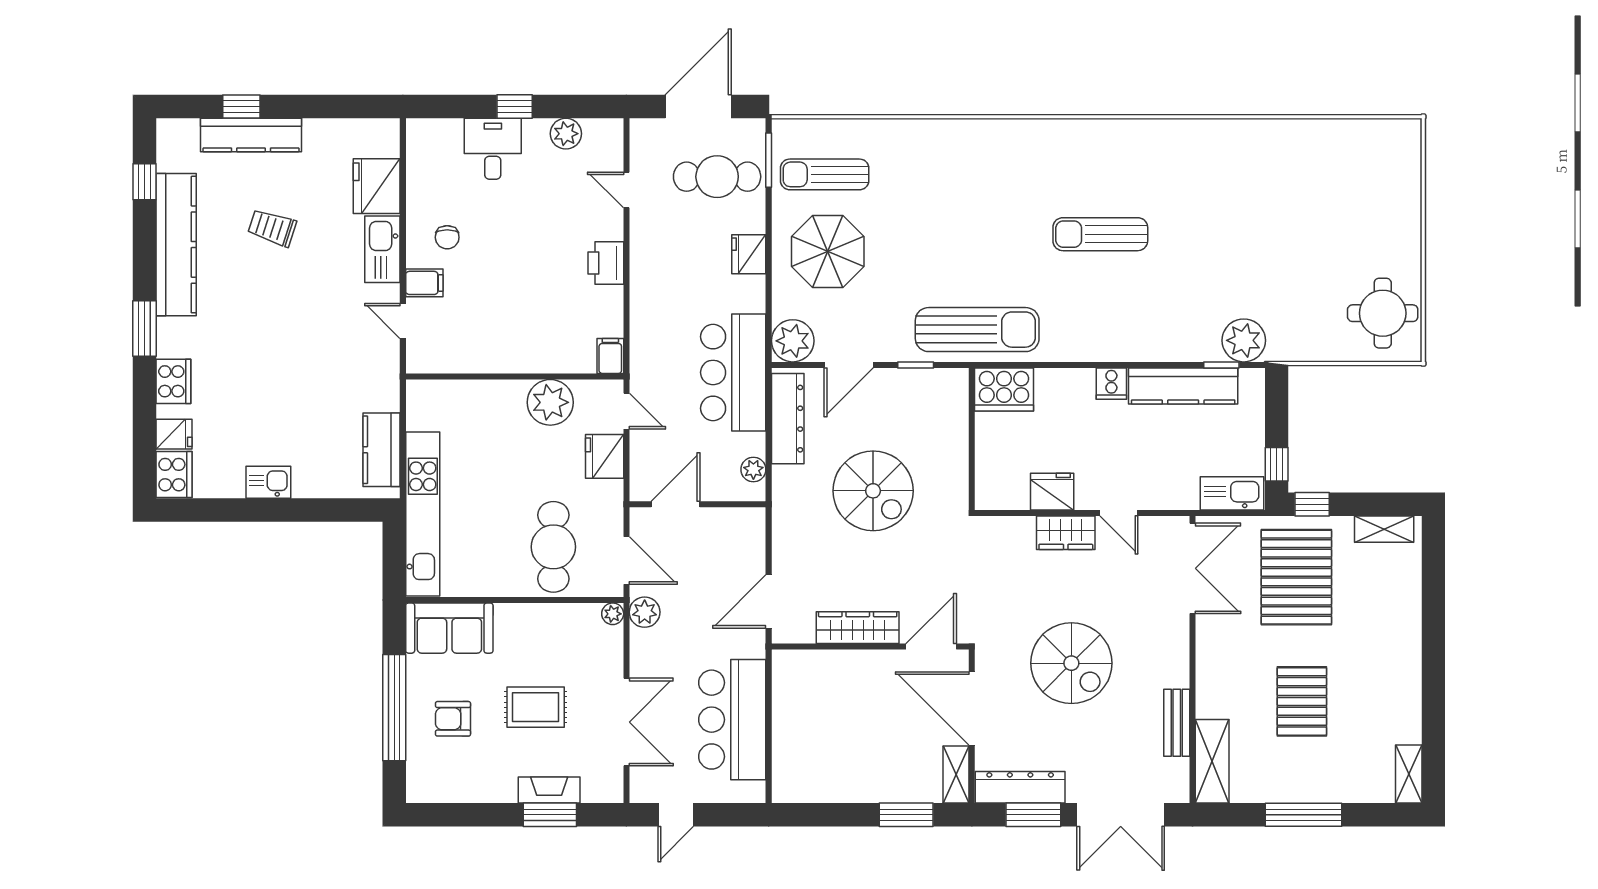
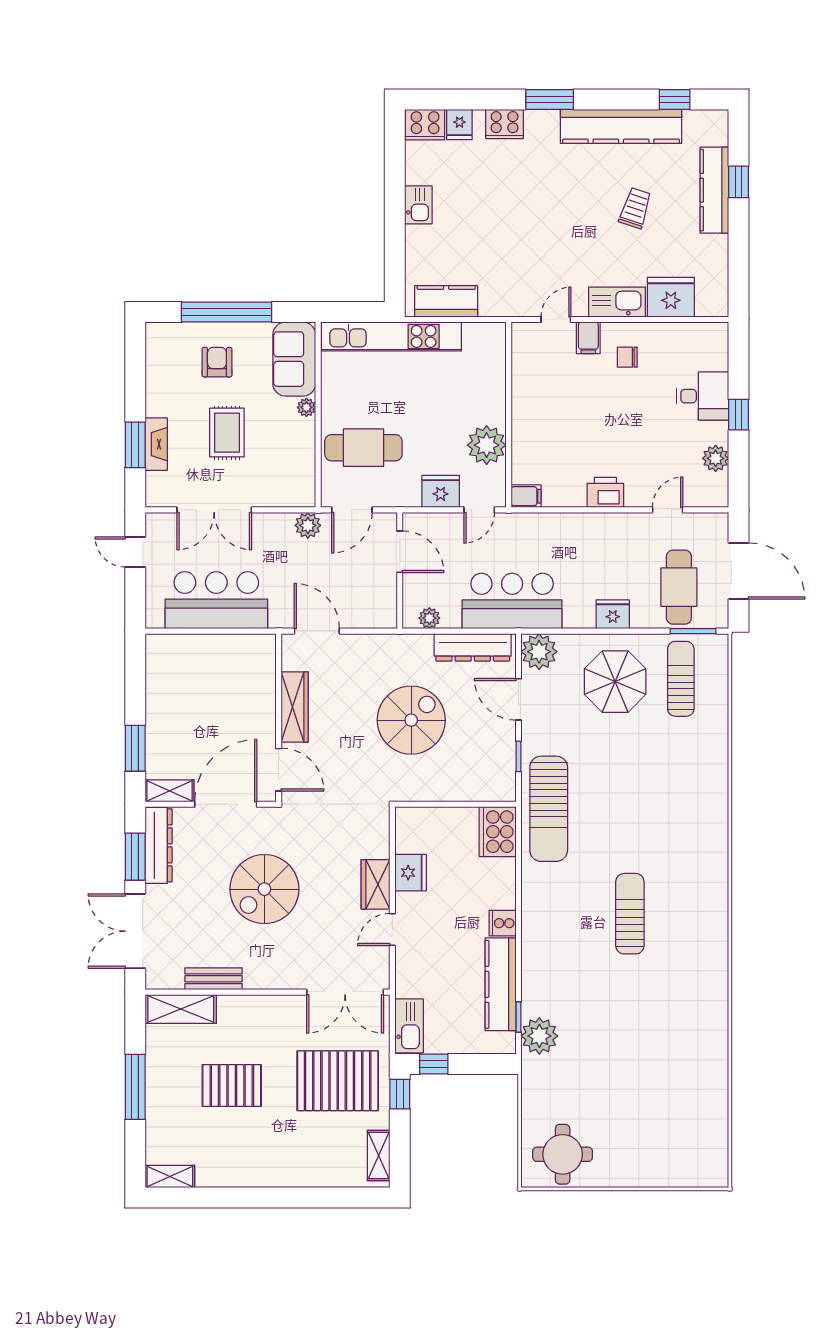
spiral stairs: (873, 491) -> (411, 720), turned 180
plant: (613, 614) -> (306, 407), moved

